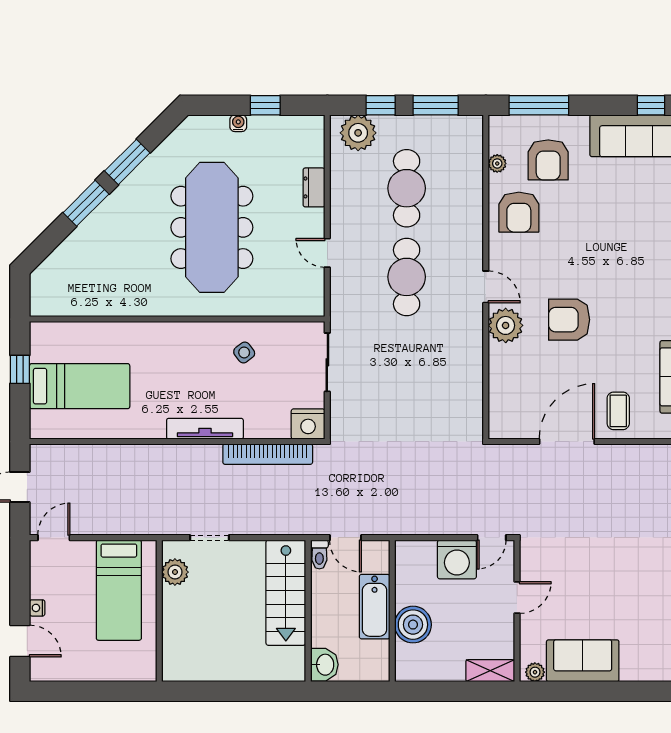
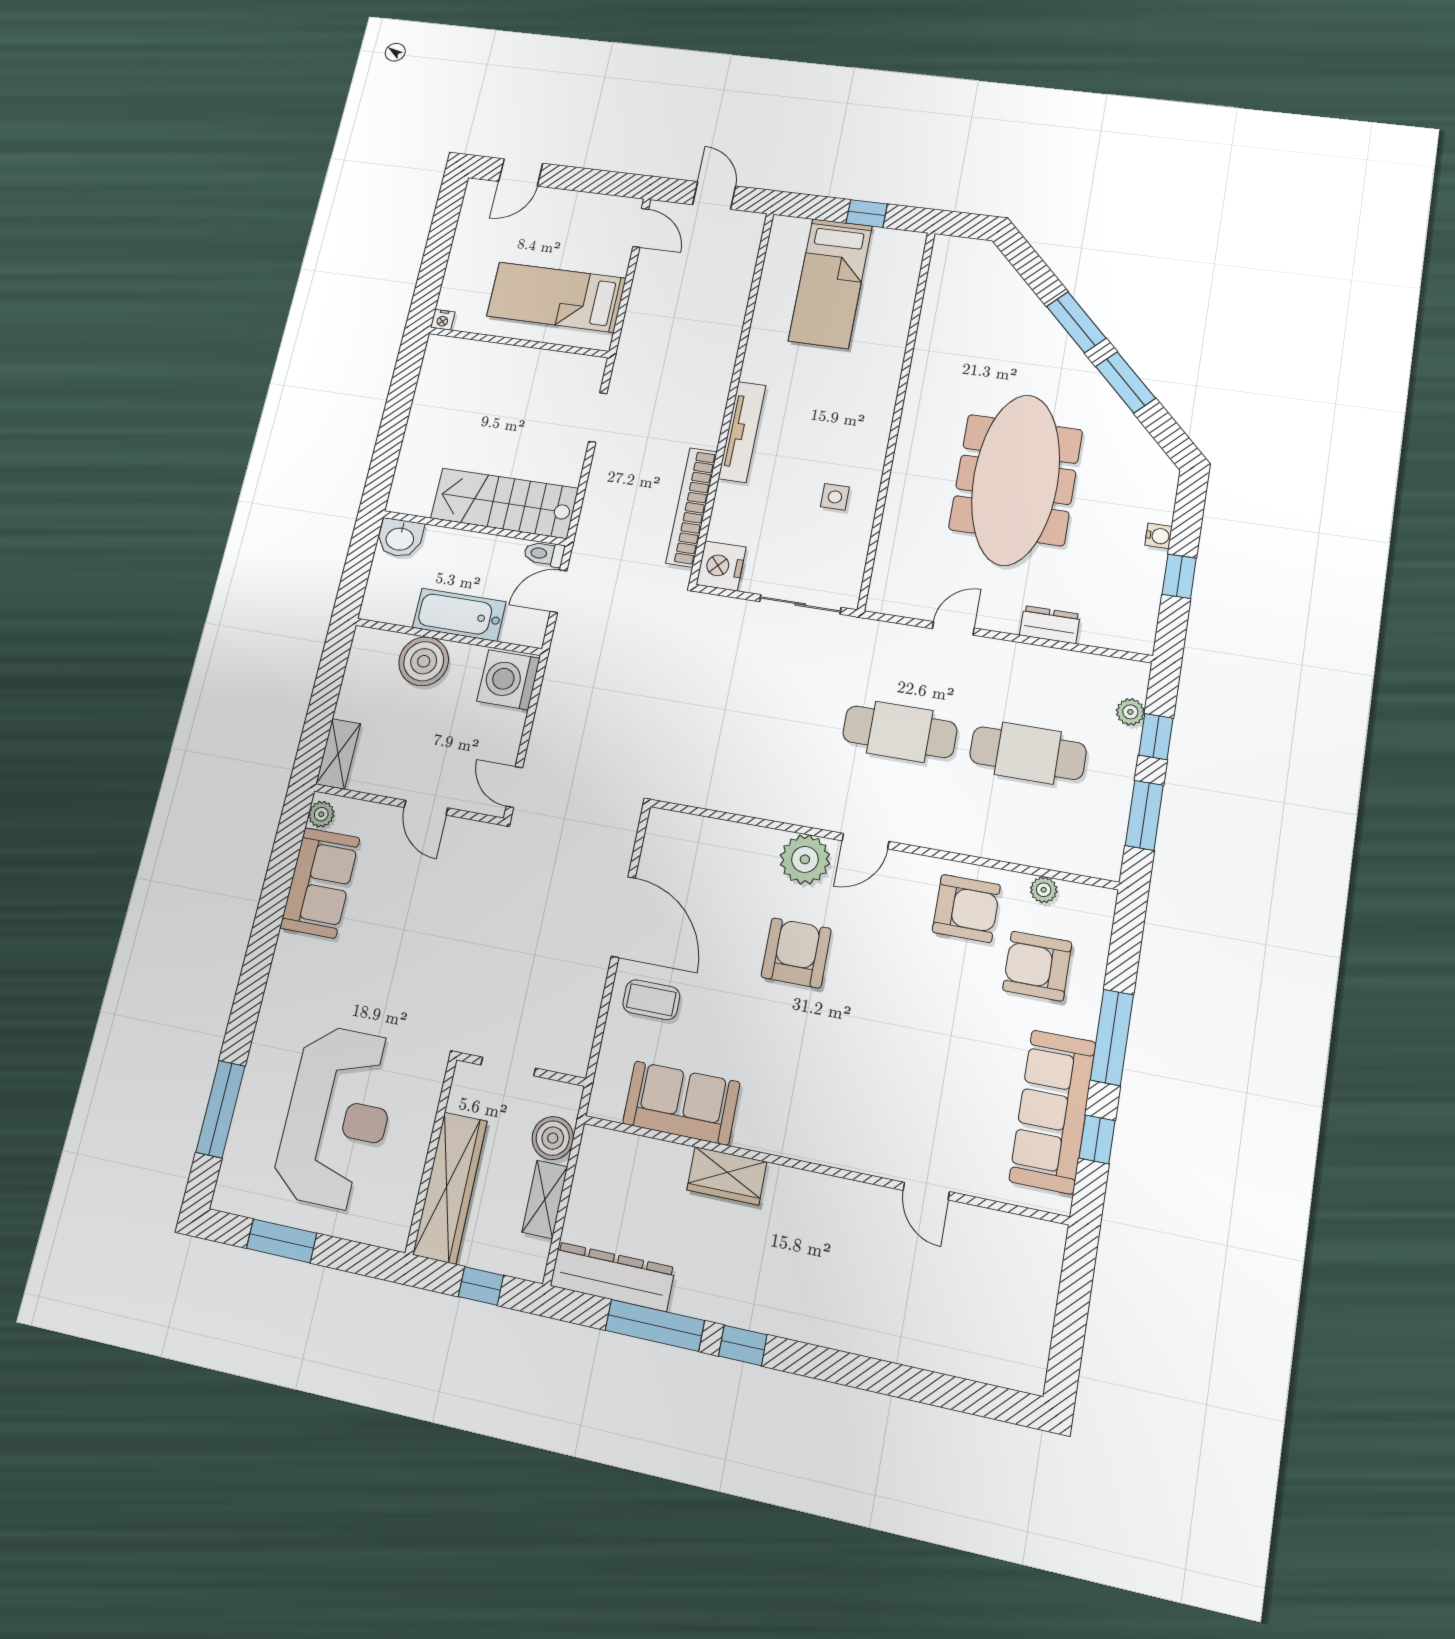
window: (539, 105) -> (1112, 1037), moved
plant: (358, 133) -> (1130, 712), width x0.53, depth x0.53
armchair: (519, 212) -> (966, 908), turned 180
meeting table: (212, 227) -> (1016, 480), turned 90
side table: (244, 352) -> (835, 497), turned 37
washing machine: (457, 559) -> (508, 680), moved
plant: (175, 572) -> (563, 369), removed
nightstand: (37, 608) -> (443, 320), moved, turned 180

